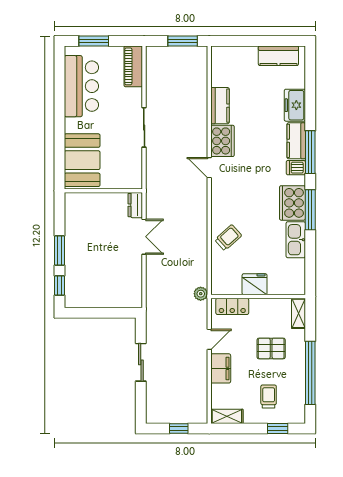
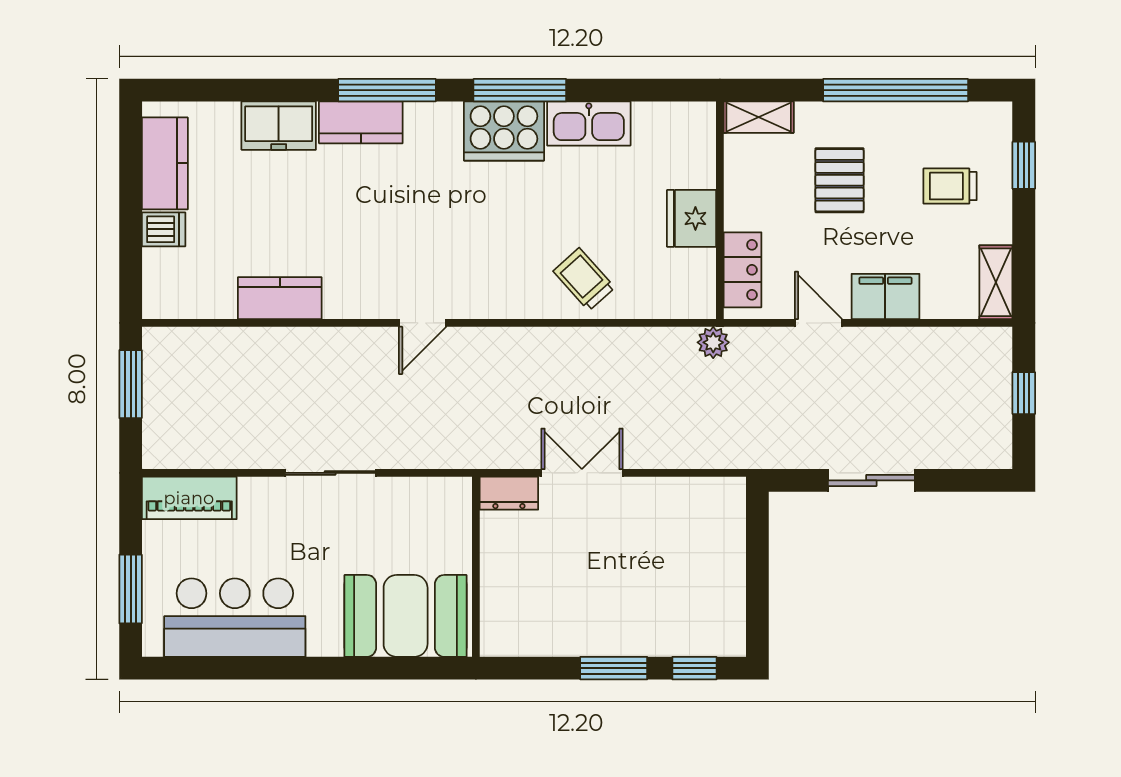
cooker: (223, 141) -> (361, 292), removed
dishwasher: (296, 168) -> (164, 229), moved, turned -90

